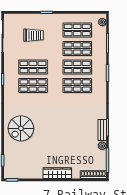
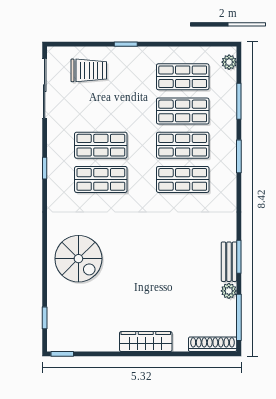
trolley: (34, 35) -> (89, 70), moved
spiral stairs: (21, 128) -> (78, 259), turned -90

